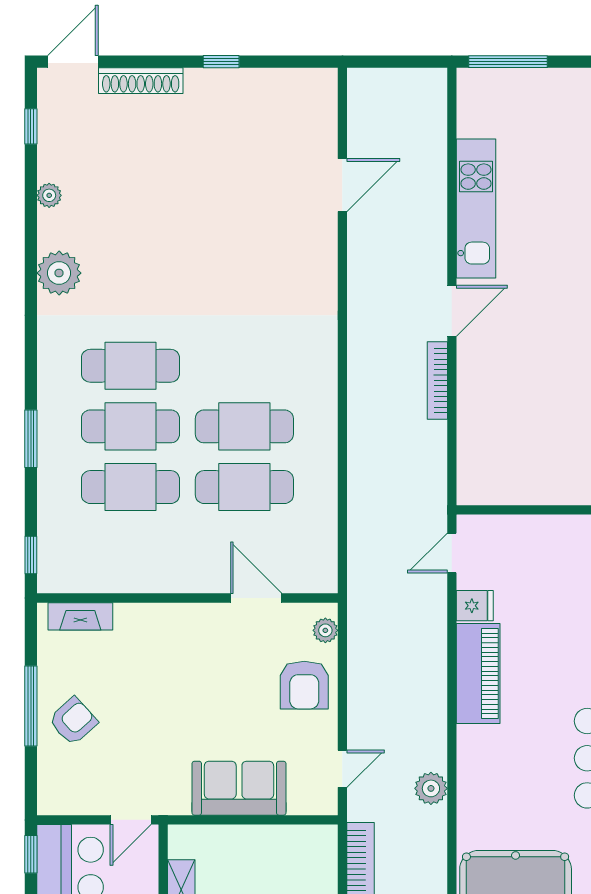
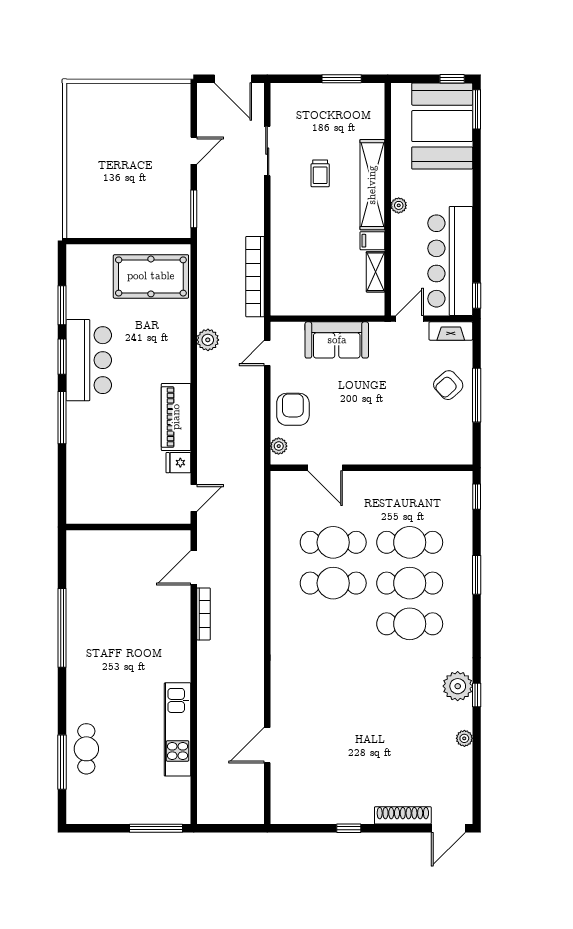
window: (31, 126) -> (477, 695), moved
door: (452, 311) -> (194, 568), moved
fireplace: (80, 616) -> (451, 331), moved, turned 180

